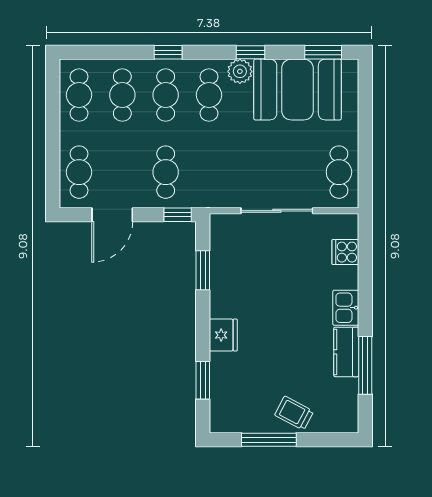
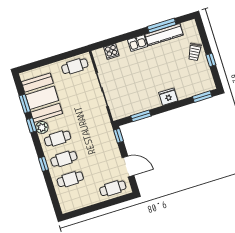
window: (323, 52) -> (25, 104), moved
cafe table: (79, 95) -> (77, 200), removed
cafe table: (166, 172) -> (100, 148), removed
kitchen counter: (346, 352) -> (164, 35), width x1.50
window: (203, 380) -> (202, 97), moved
window: (269, 440) -> (211, 60), width x0.46

